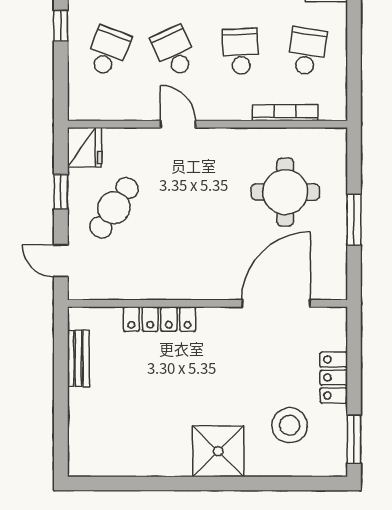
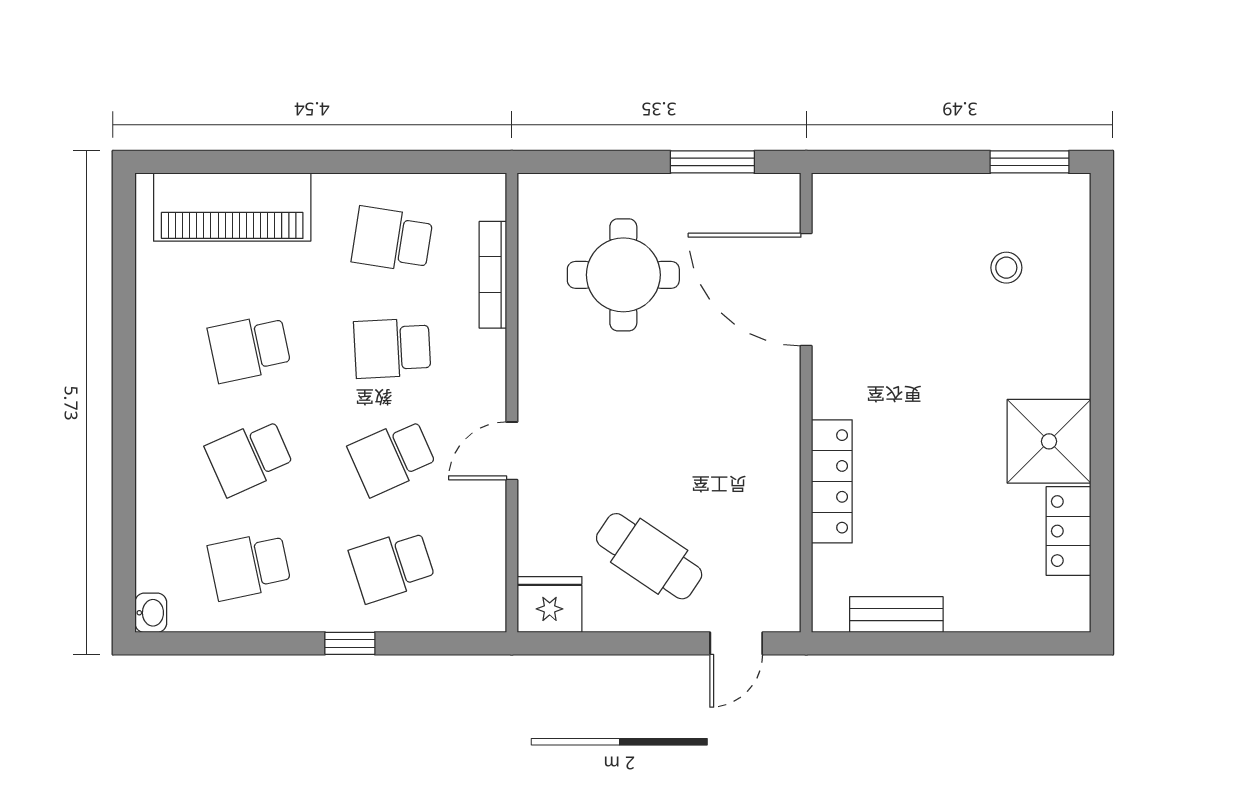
school desk: (108, 51) -> (392, 566), turned -39
window: (61, 192) -> (623, 643), removed
window: (354, 220) -> (712, 162), moved
locker: (334, 377) -> (1068, 531), moved, turned 90
stool: (290, 425) -> (1006, 268), width x0.53, depth x0.53
shower: (218, 451) -> (1049, 441), moved

